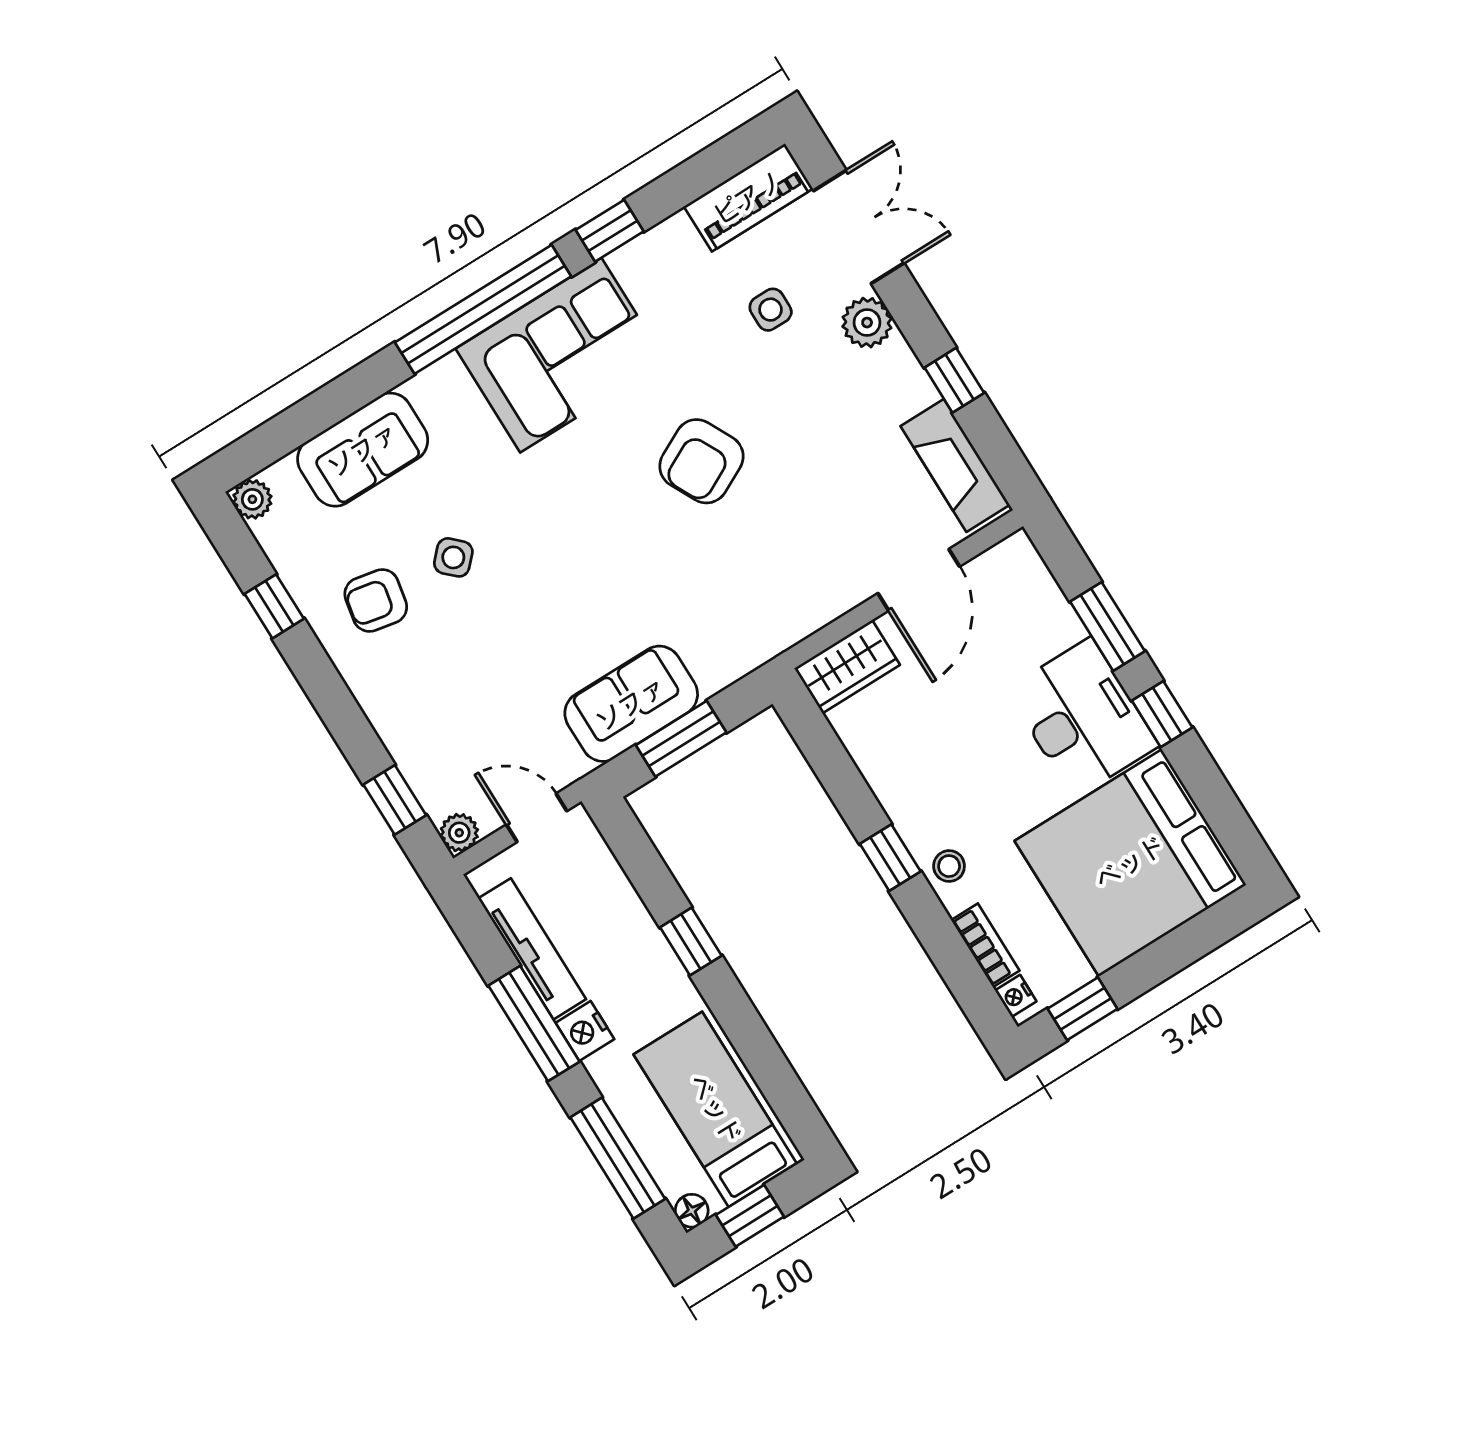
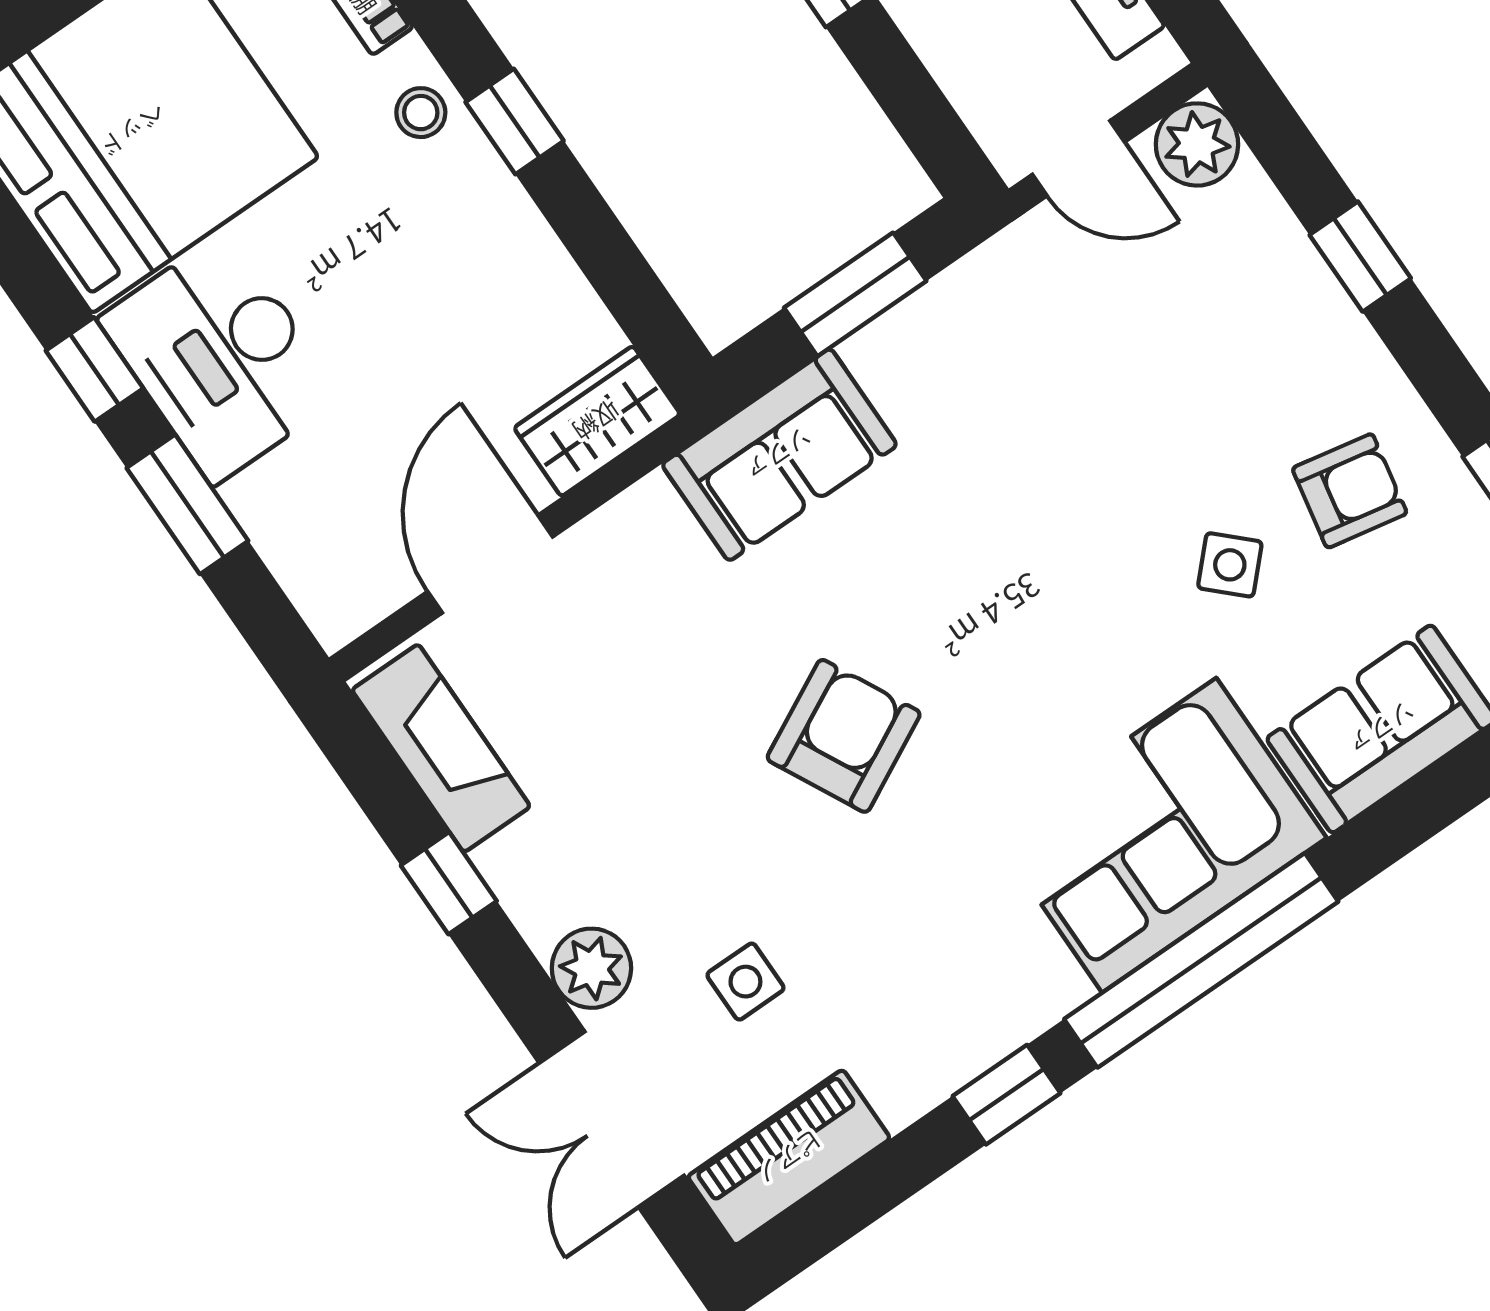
corner sofa: (561, 355) -> (1159, 835), moved
sofa: (631, 704) -> (779, 455), moved
window: (395, 800) -> (1360, 257), moved
plant: (459, 833) -> (1197, 144), width x1.38, depth x1.38

